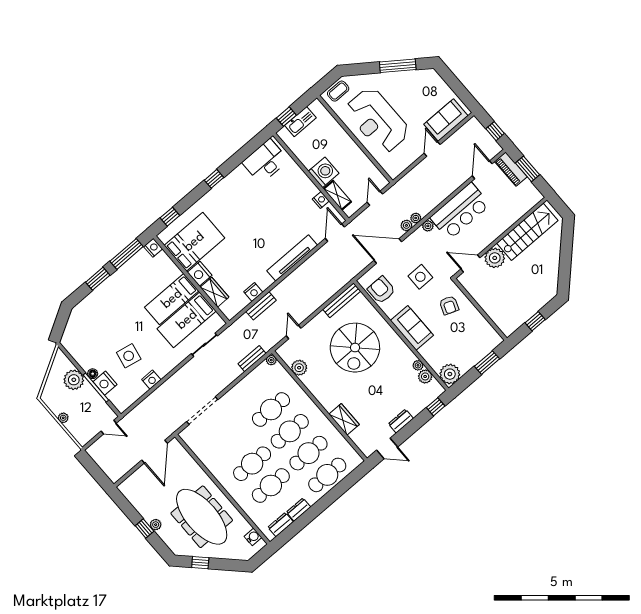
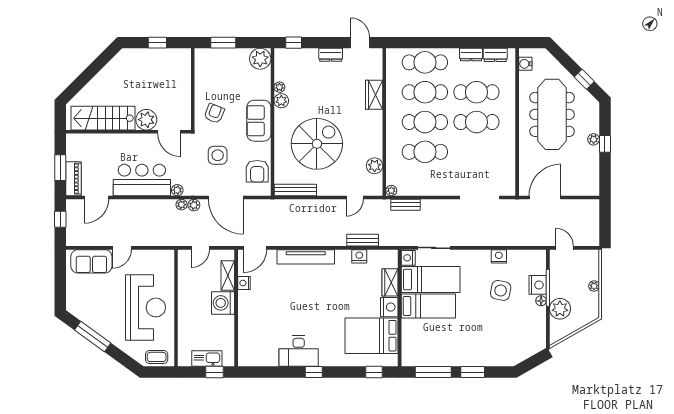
desk: (265, 161) -> (299, 351), moved
nightstand: (153, 248) -> (408, 258), moved
plant: (425, 376) -> (281, 101), moved

